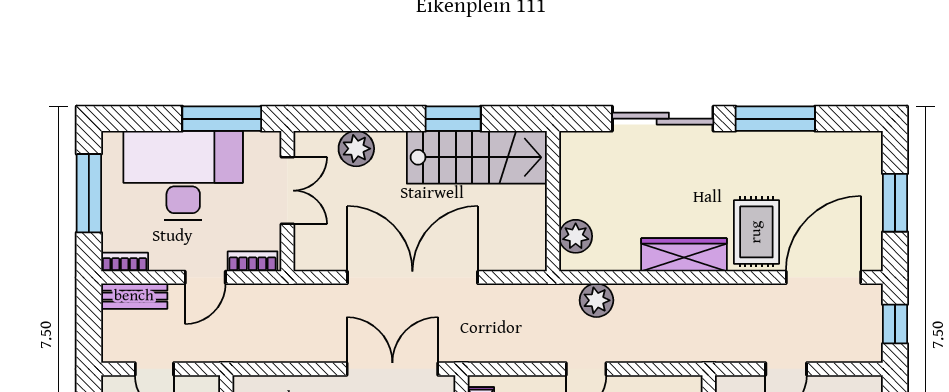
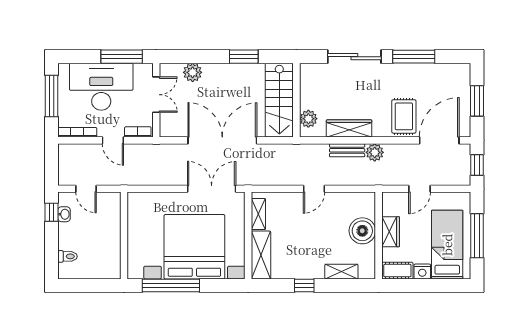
stairs: (477, 157) -> (279, 100), moved, turned 90
wardrobe: (684, 255) -> (349, 128), moved
bookcase: (125, 262) -> (77, 132), width x1.56
door: (205, 277) -> (113, 140), hinge flipped
bench: (134, 296) -> (347, 150), moved
plant: (596, 300) -> (375, 152), moved

